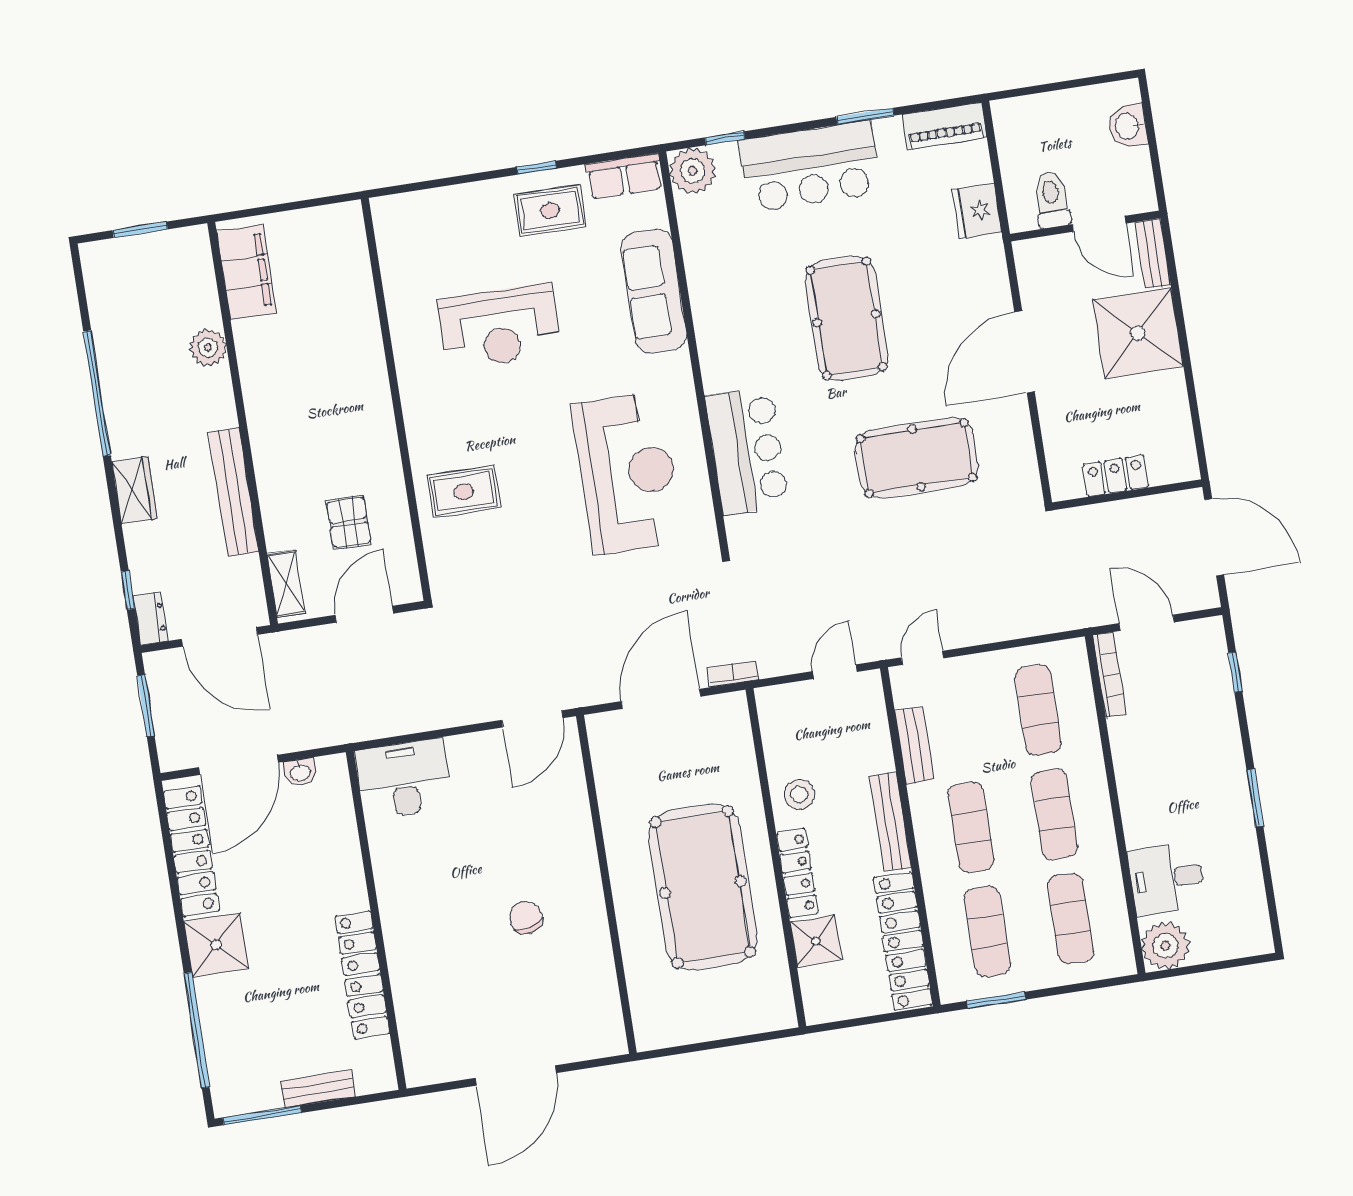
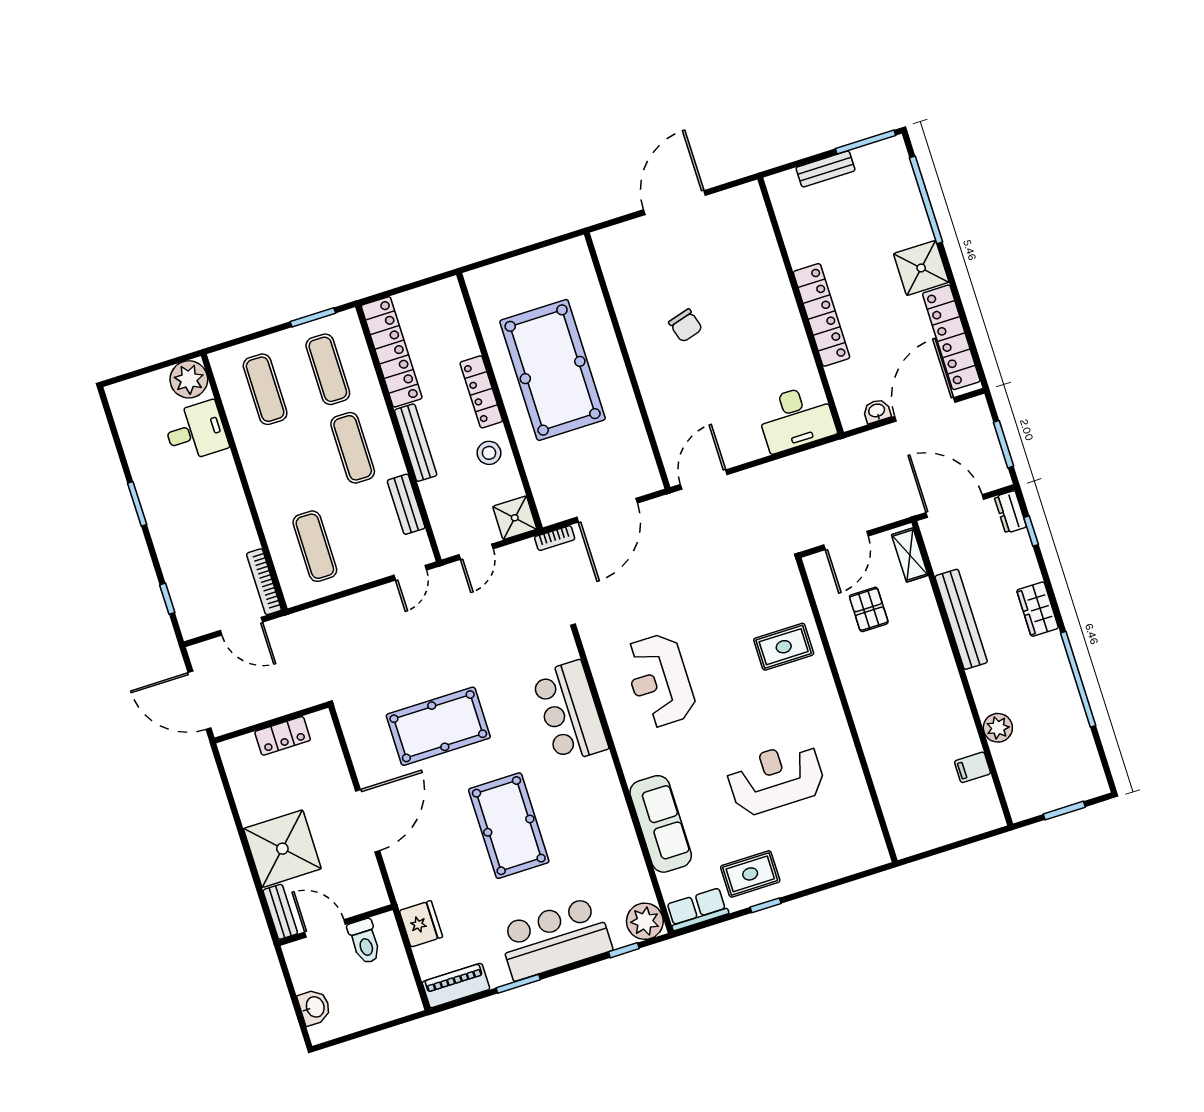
filing cabinet: (246, 272) -> (973, 767), width x0.33, depth x0.86
reception desk: (627, 473) -> (660, 680), width x0.74, depth x0.77
exercise mat: (1054, 814) -> (290, 468), removed
shower: (816, 941) -> (515, 518), moved
locker: (362, 975) -> (822, 315), moved

